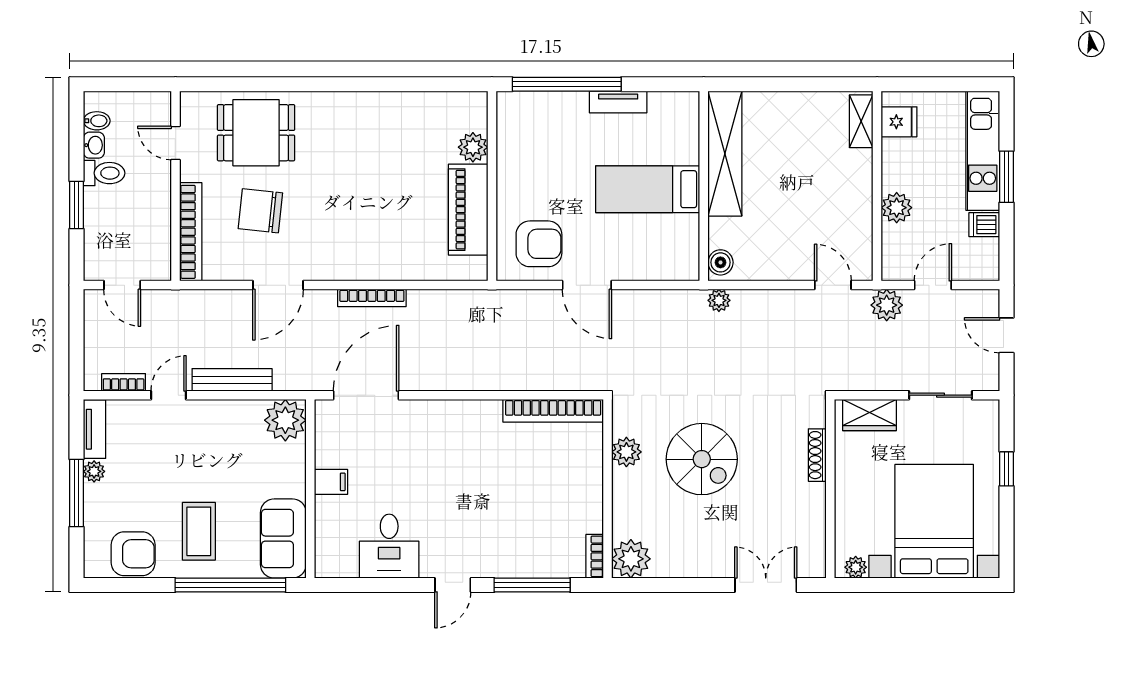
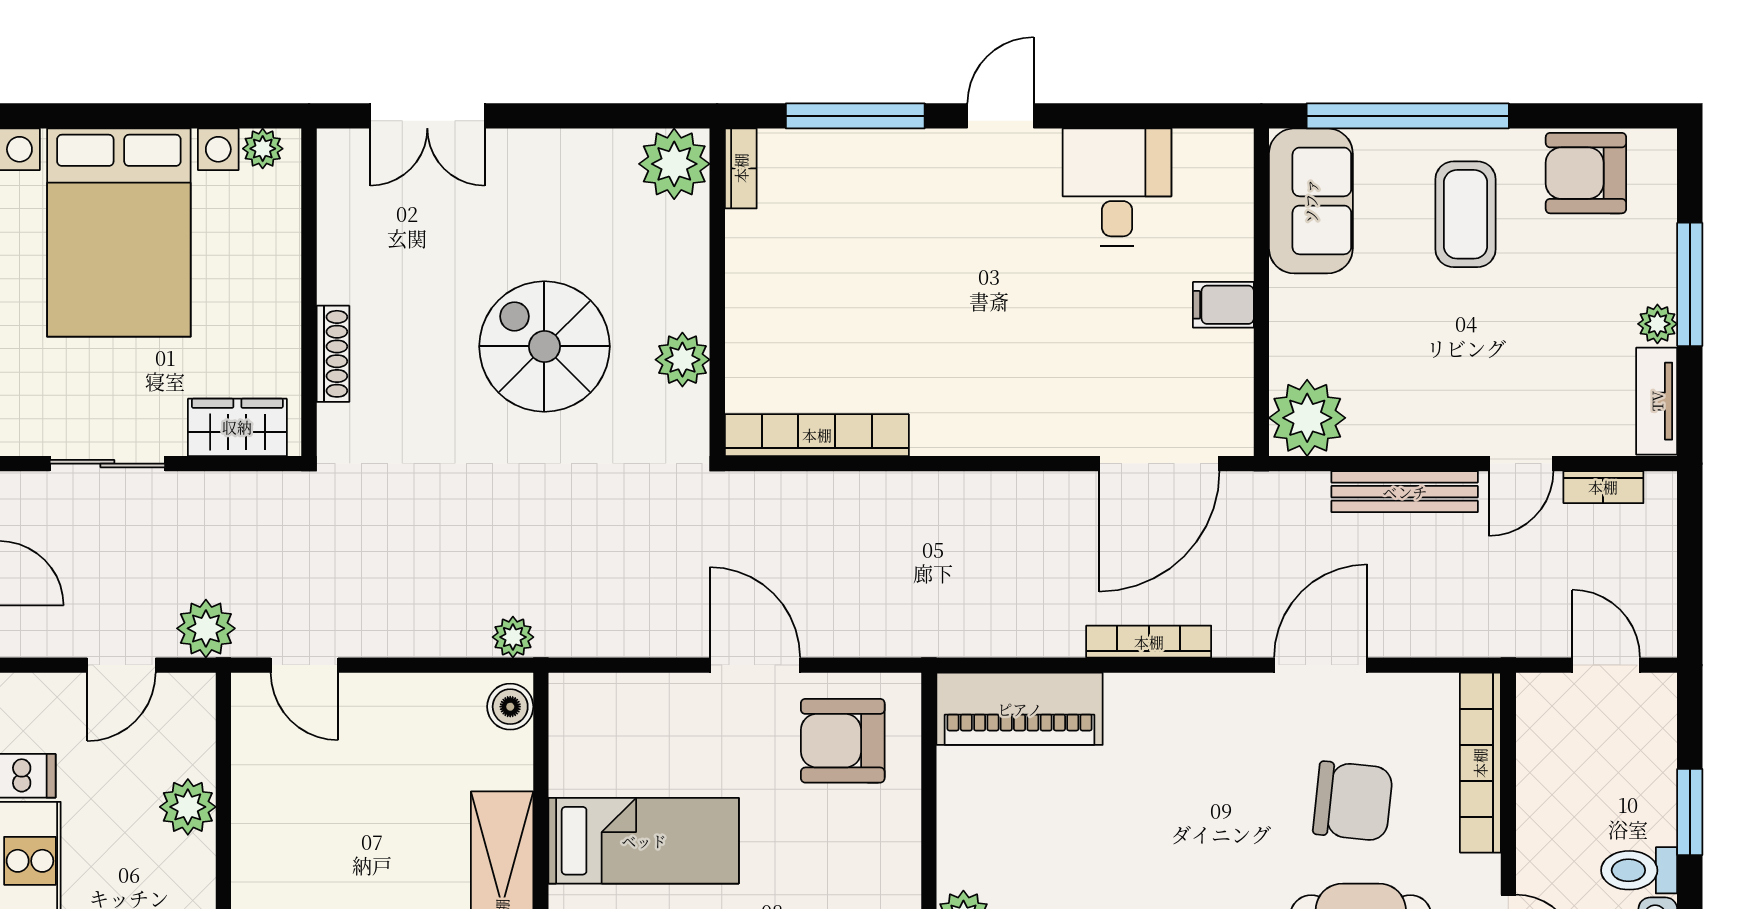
piano: (468, 210) -> (1020, 709), moved, turned 90

